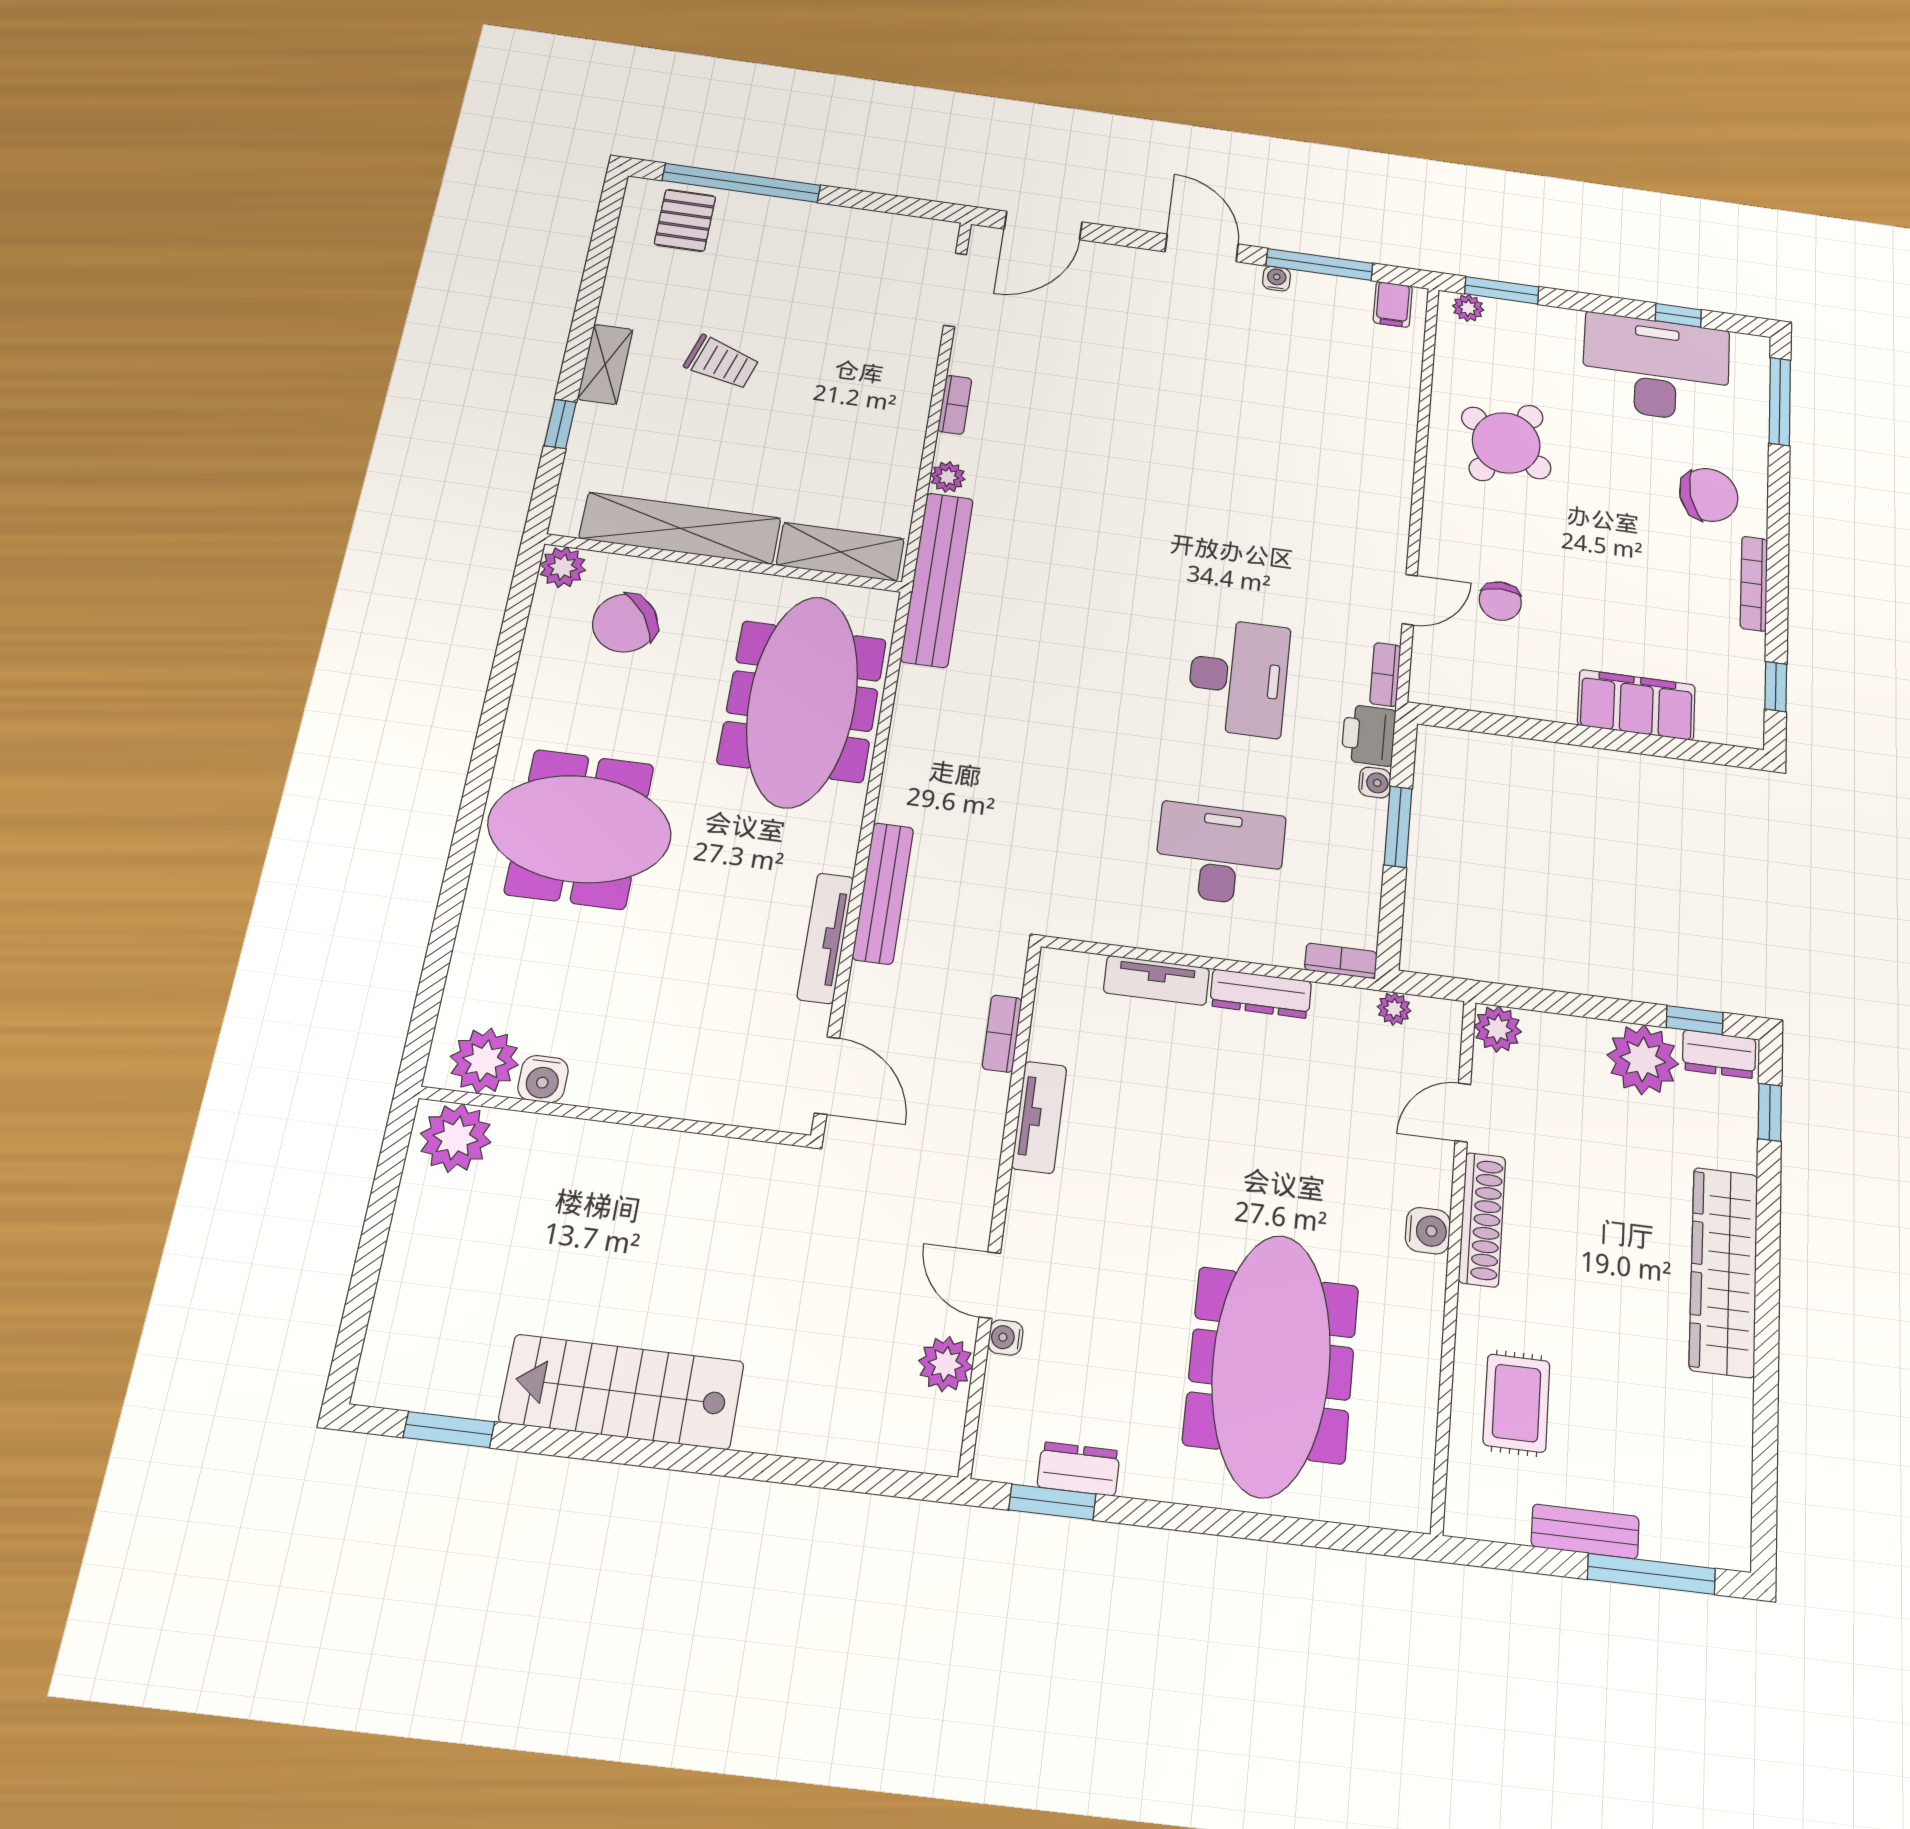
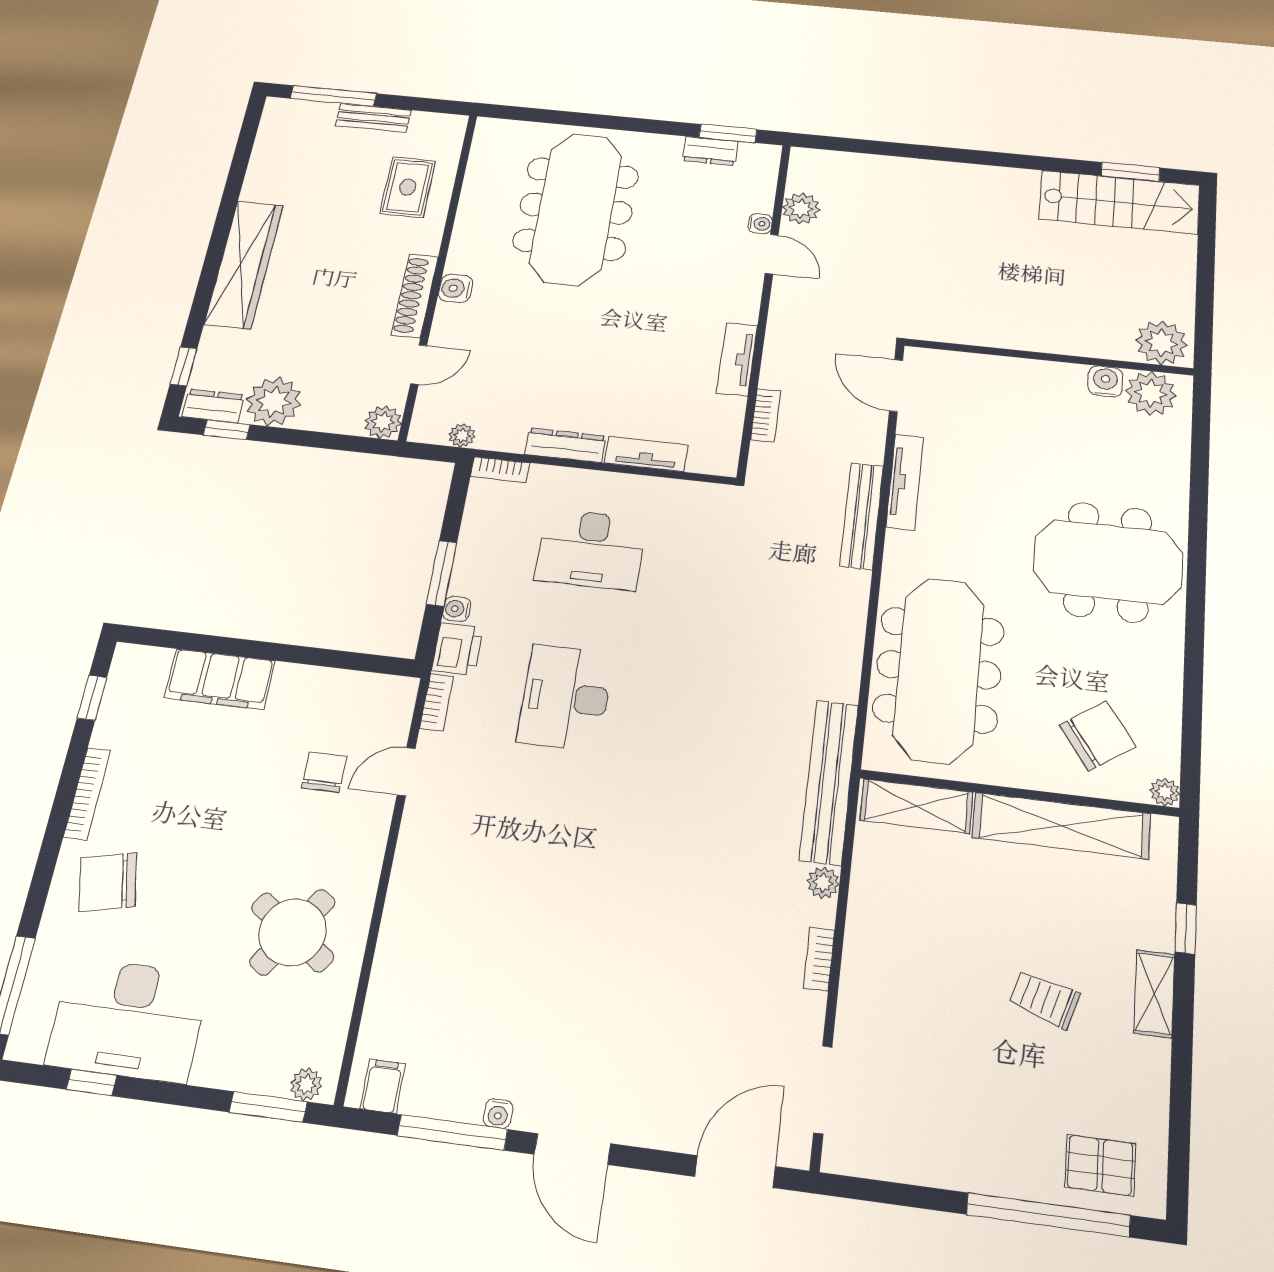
pallet: (685, 220) -> (1100, 1165), turned 90
plant: (563, 567) -> (1165, 792), width x0.73, depth x0.73
stairs: (622, 1392) -> (1119, 202), moved

